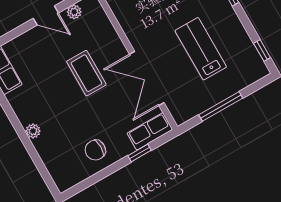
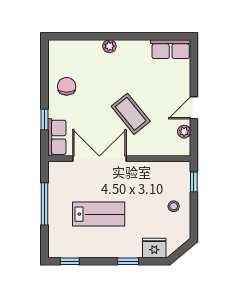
coffee table: (86, 73) -> (131, 114), turned 51

